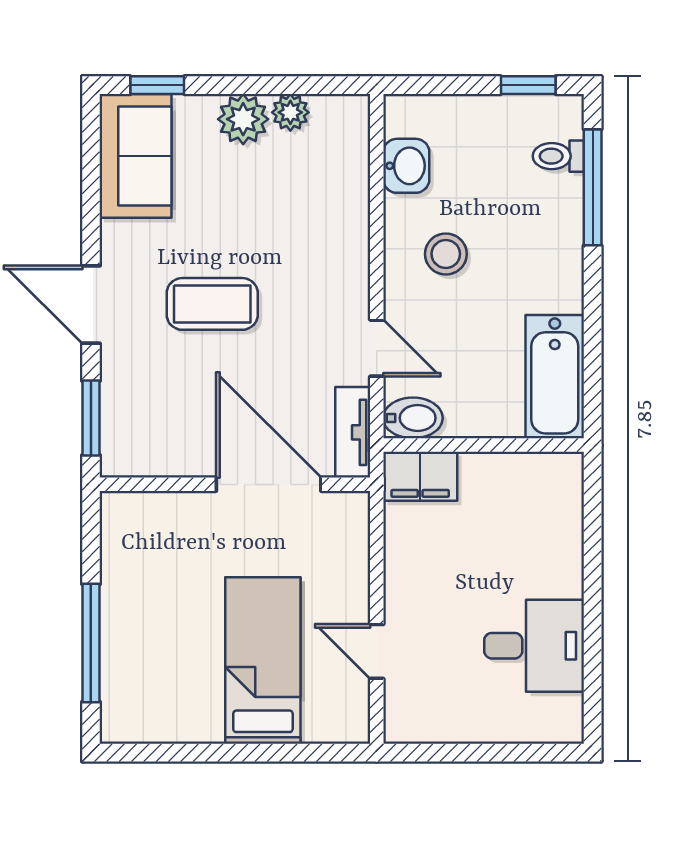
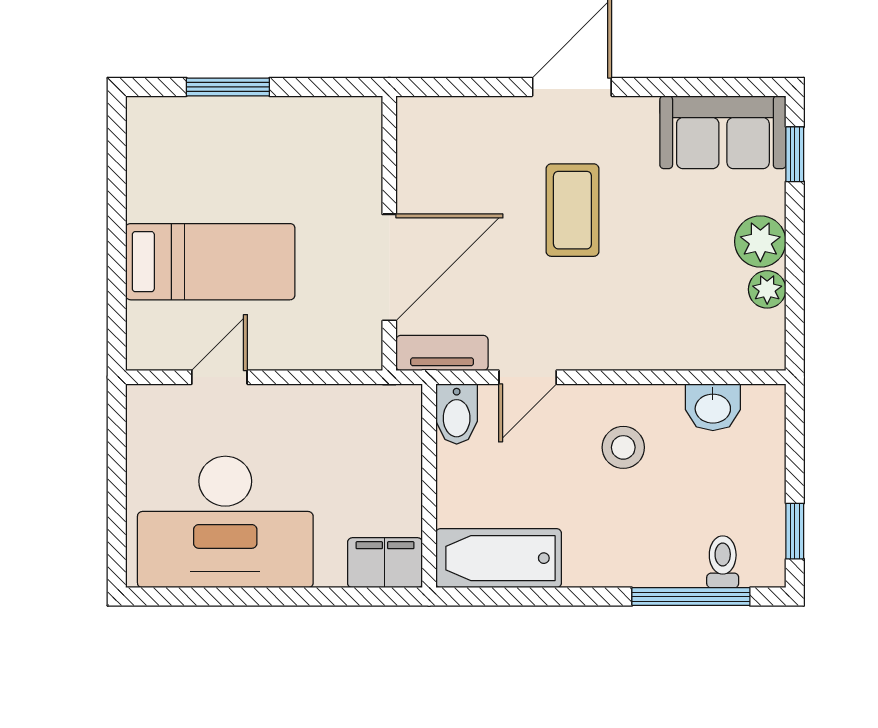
window: (91, 418) -> (457, 87), removed
filing cabinet: (420, 476) -> (385, 563), moved, turned 90
window: (91, 643) -> (228, 87), width x0.69
desk: (534, 646) -> (225, 522), width x1.87, depth x1.30

